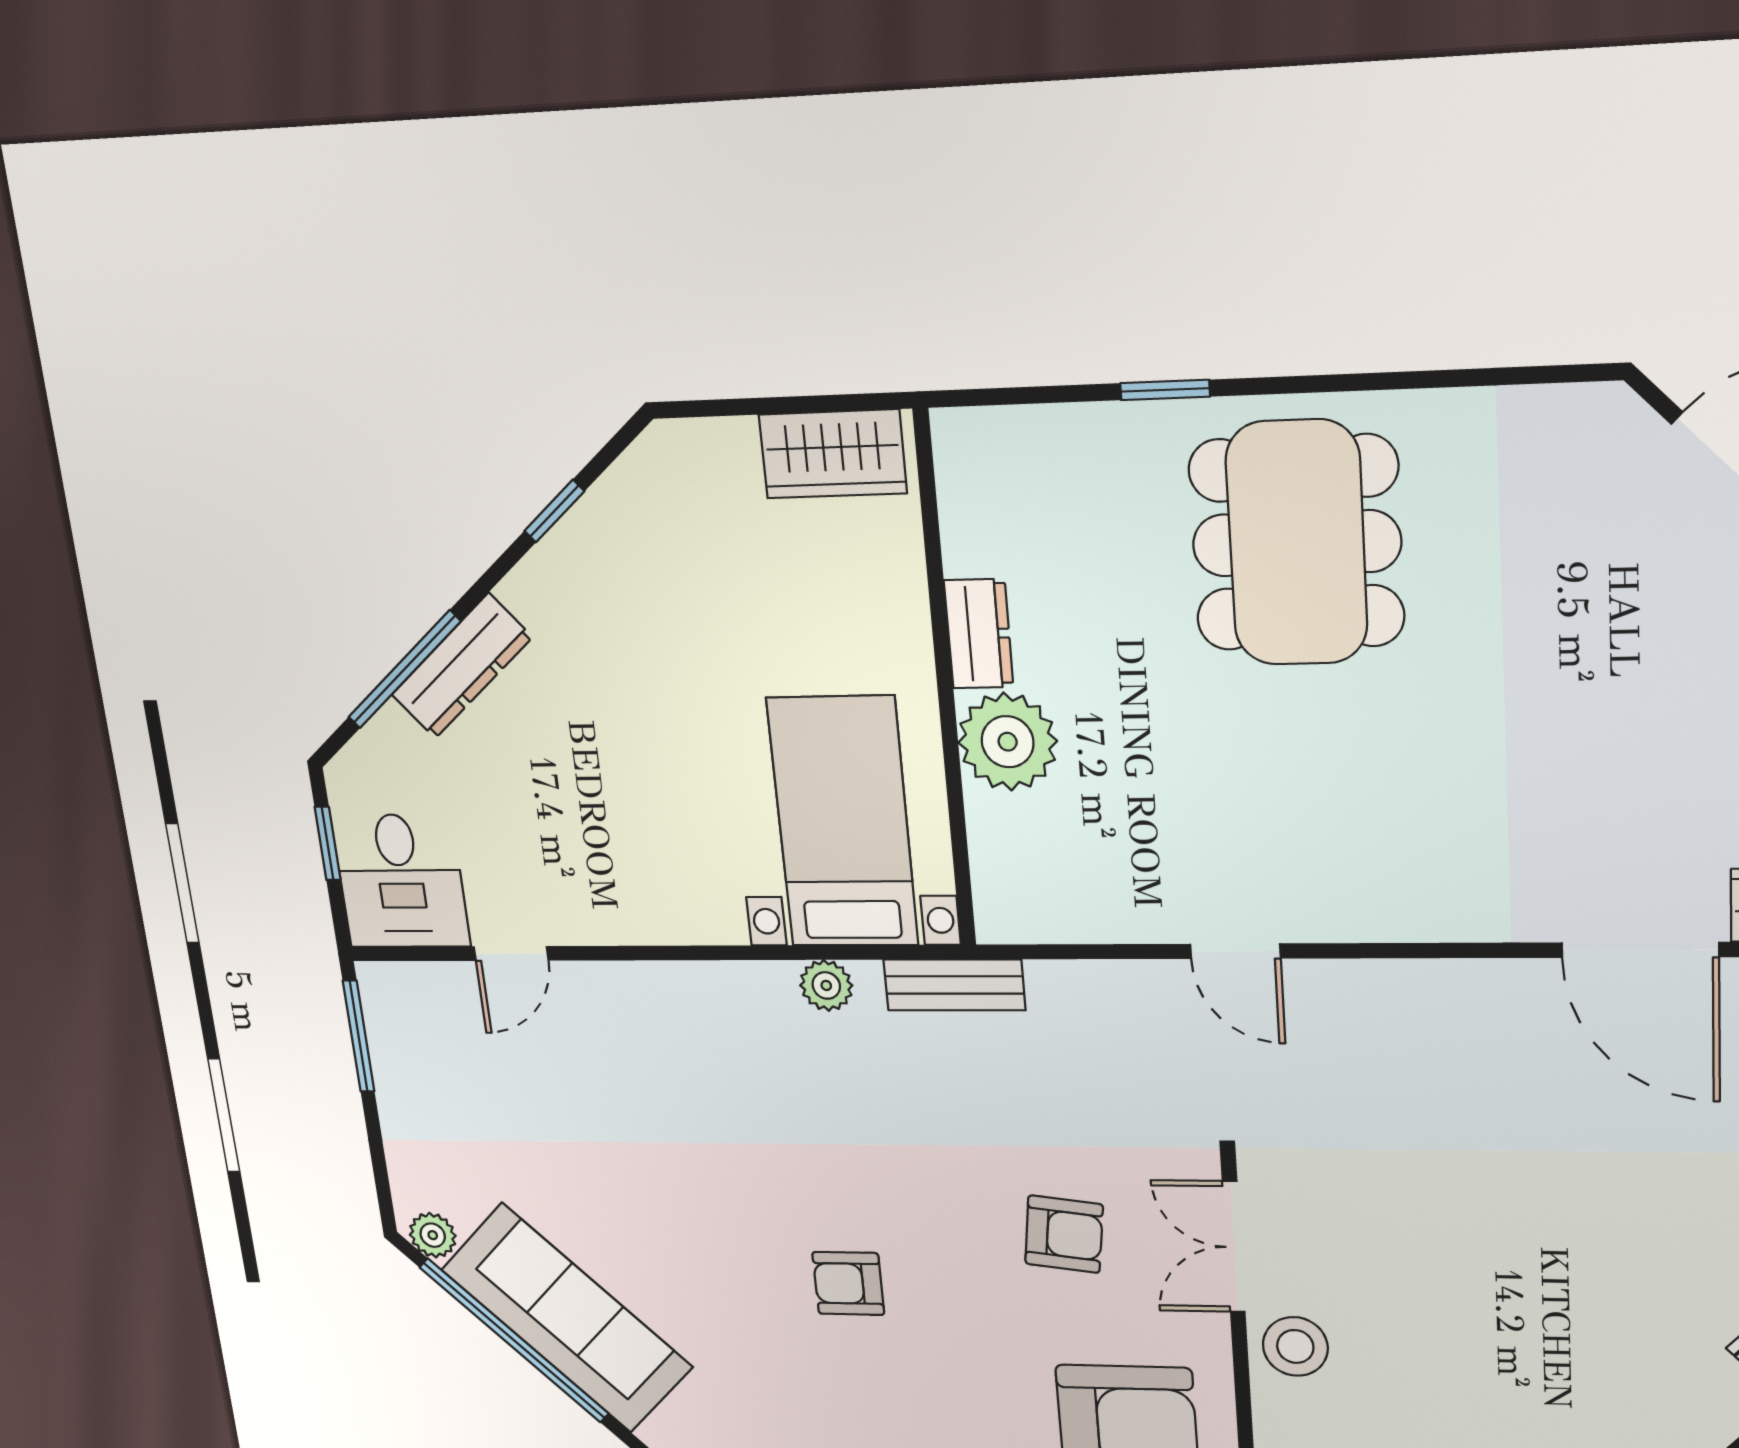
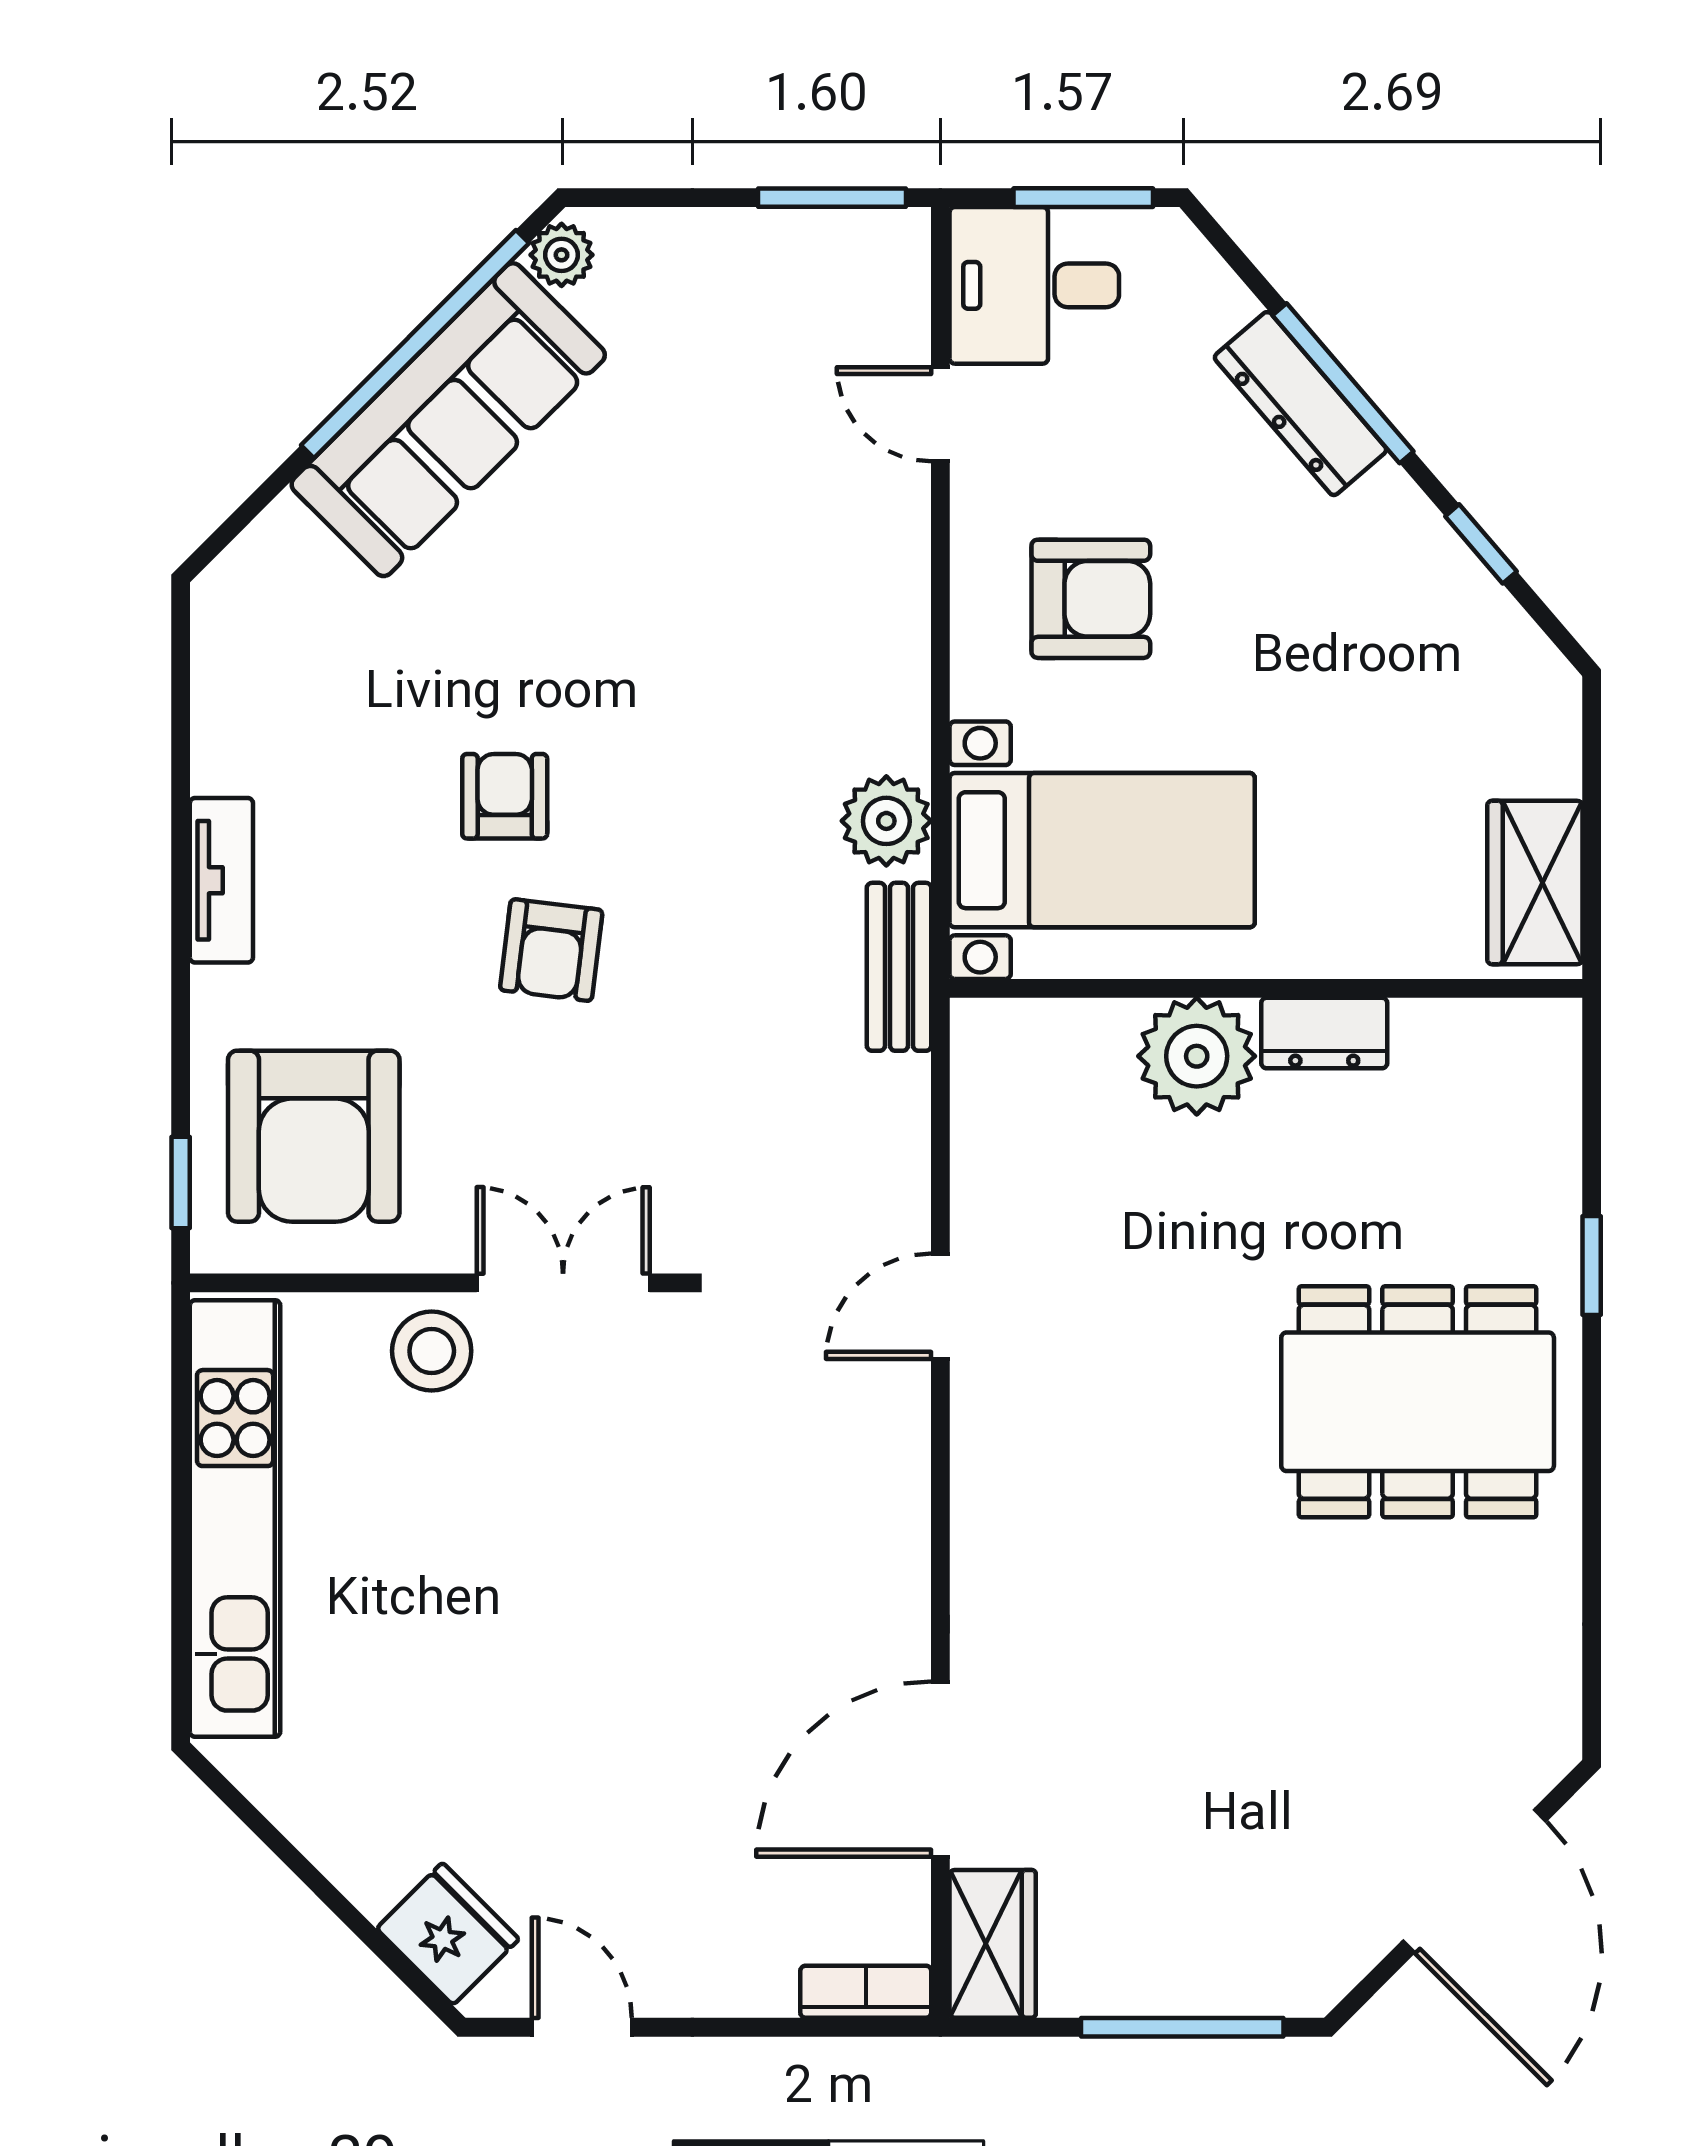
window: (404, 669) -> (1343, 383), moved
armchair: (640, 834) -> (1091, 599), added
window: (328, 843) -> (1083, 198), width x1.50
plant: (826, 985) -> (886, 821), width x1.38, depth x1.38
armchair: (1064, 1234) -> (551, 950), moved

